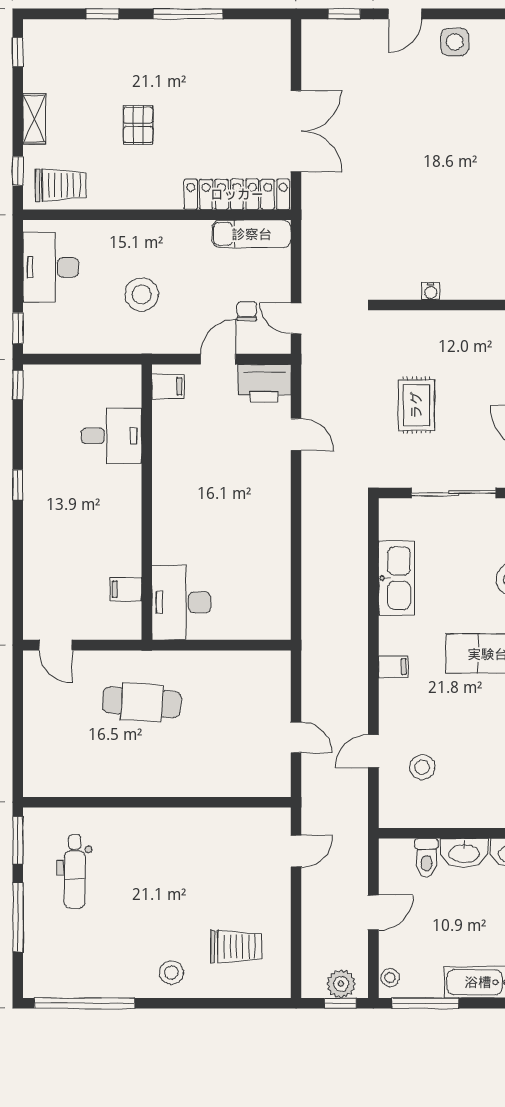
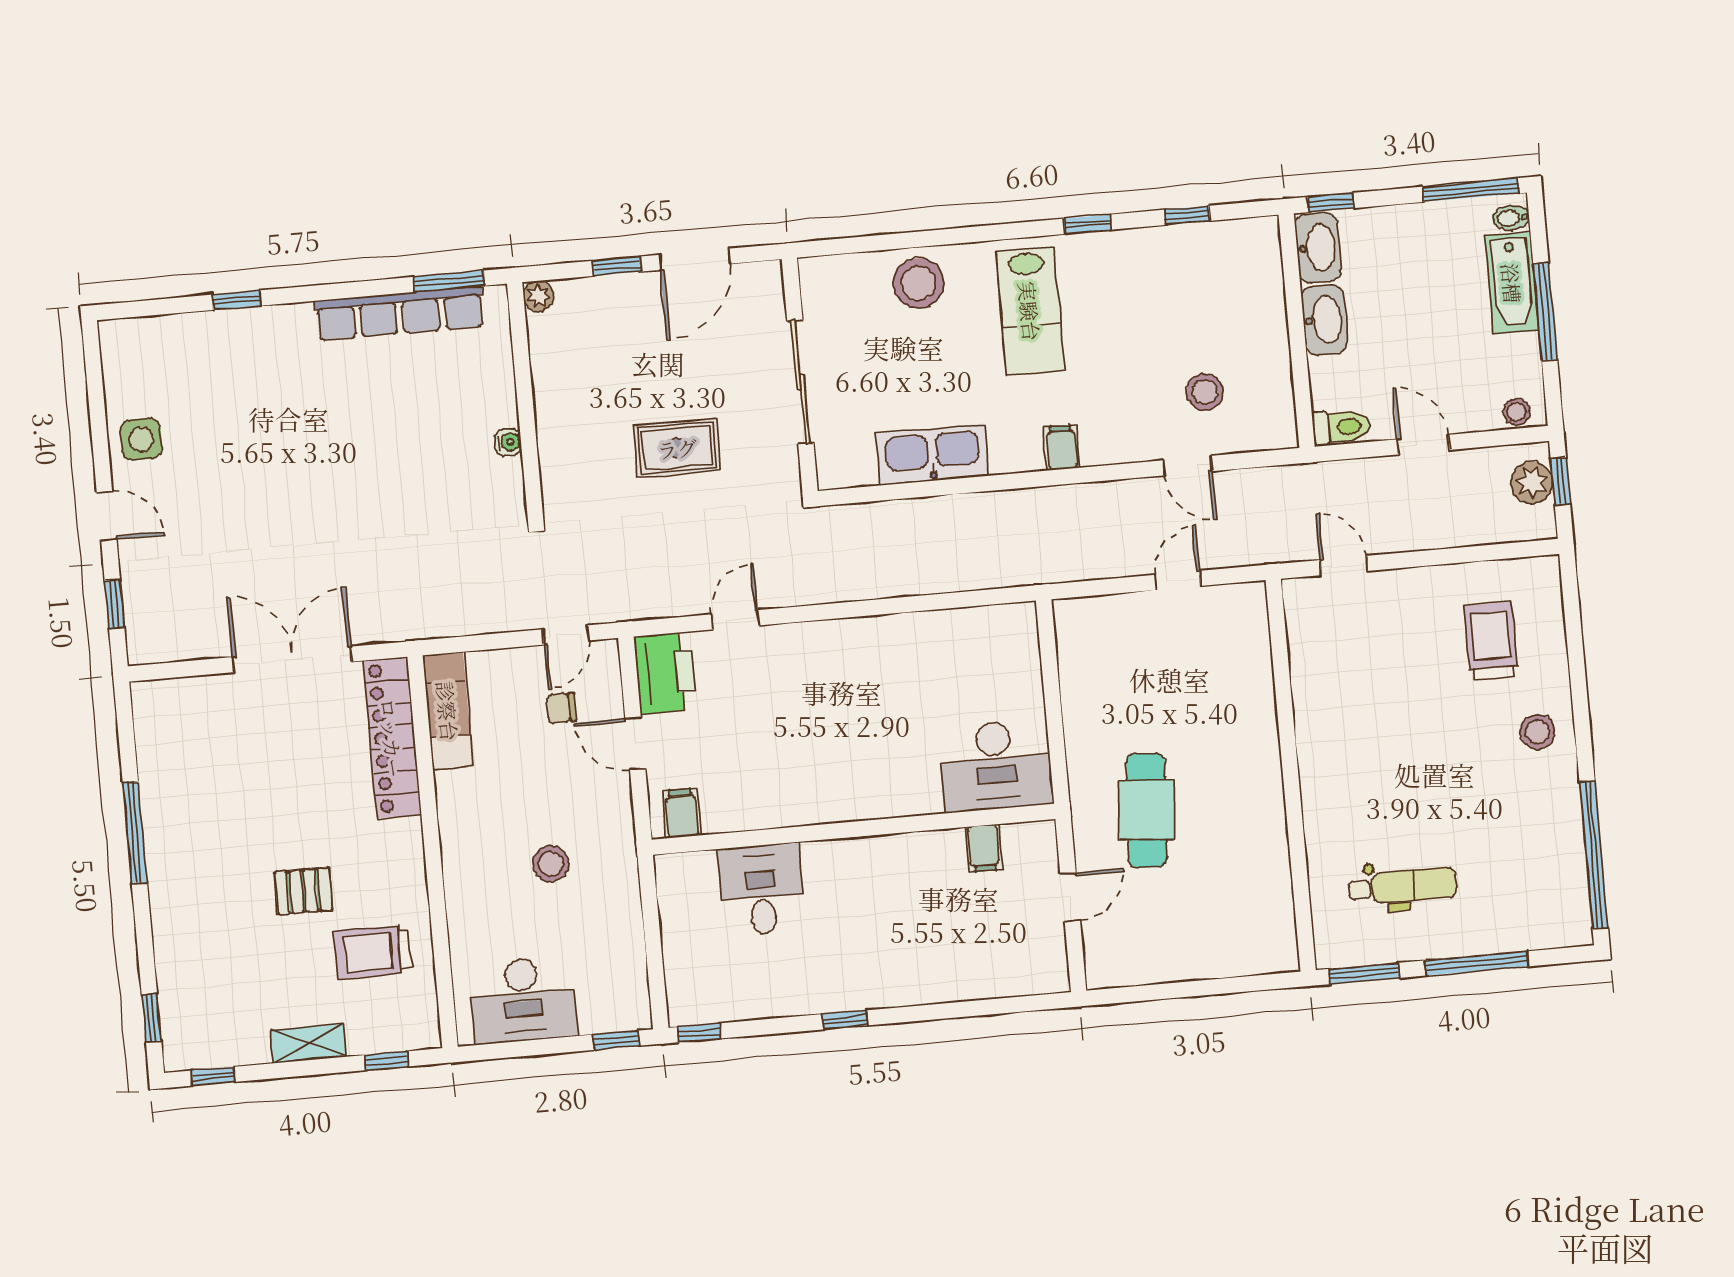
window: (102, 14) -> (151, 1018), moved
trolley: (61, 185) -> (373, 952), moved, turned -90
stool: (142, 294) -> (551, 864), width x0.73, depth x0.73
door: (56, 645) -> (1070, 897), moved
toilet: (426, 858) -> (1341, 427), moved
window: (425, 1003) -> (1545, 312), moved

